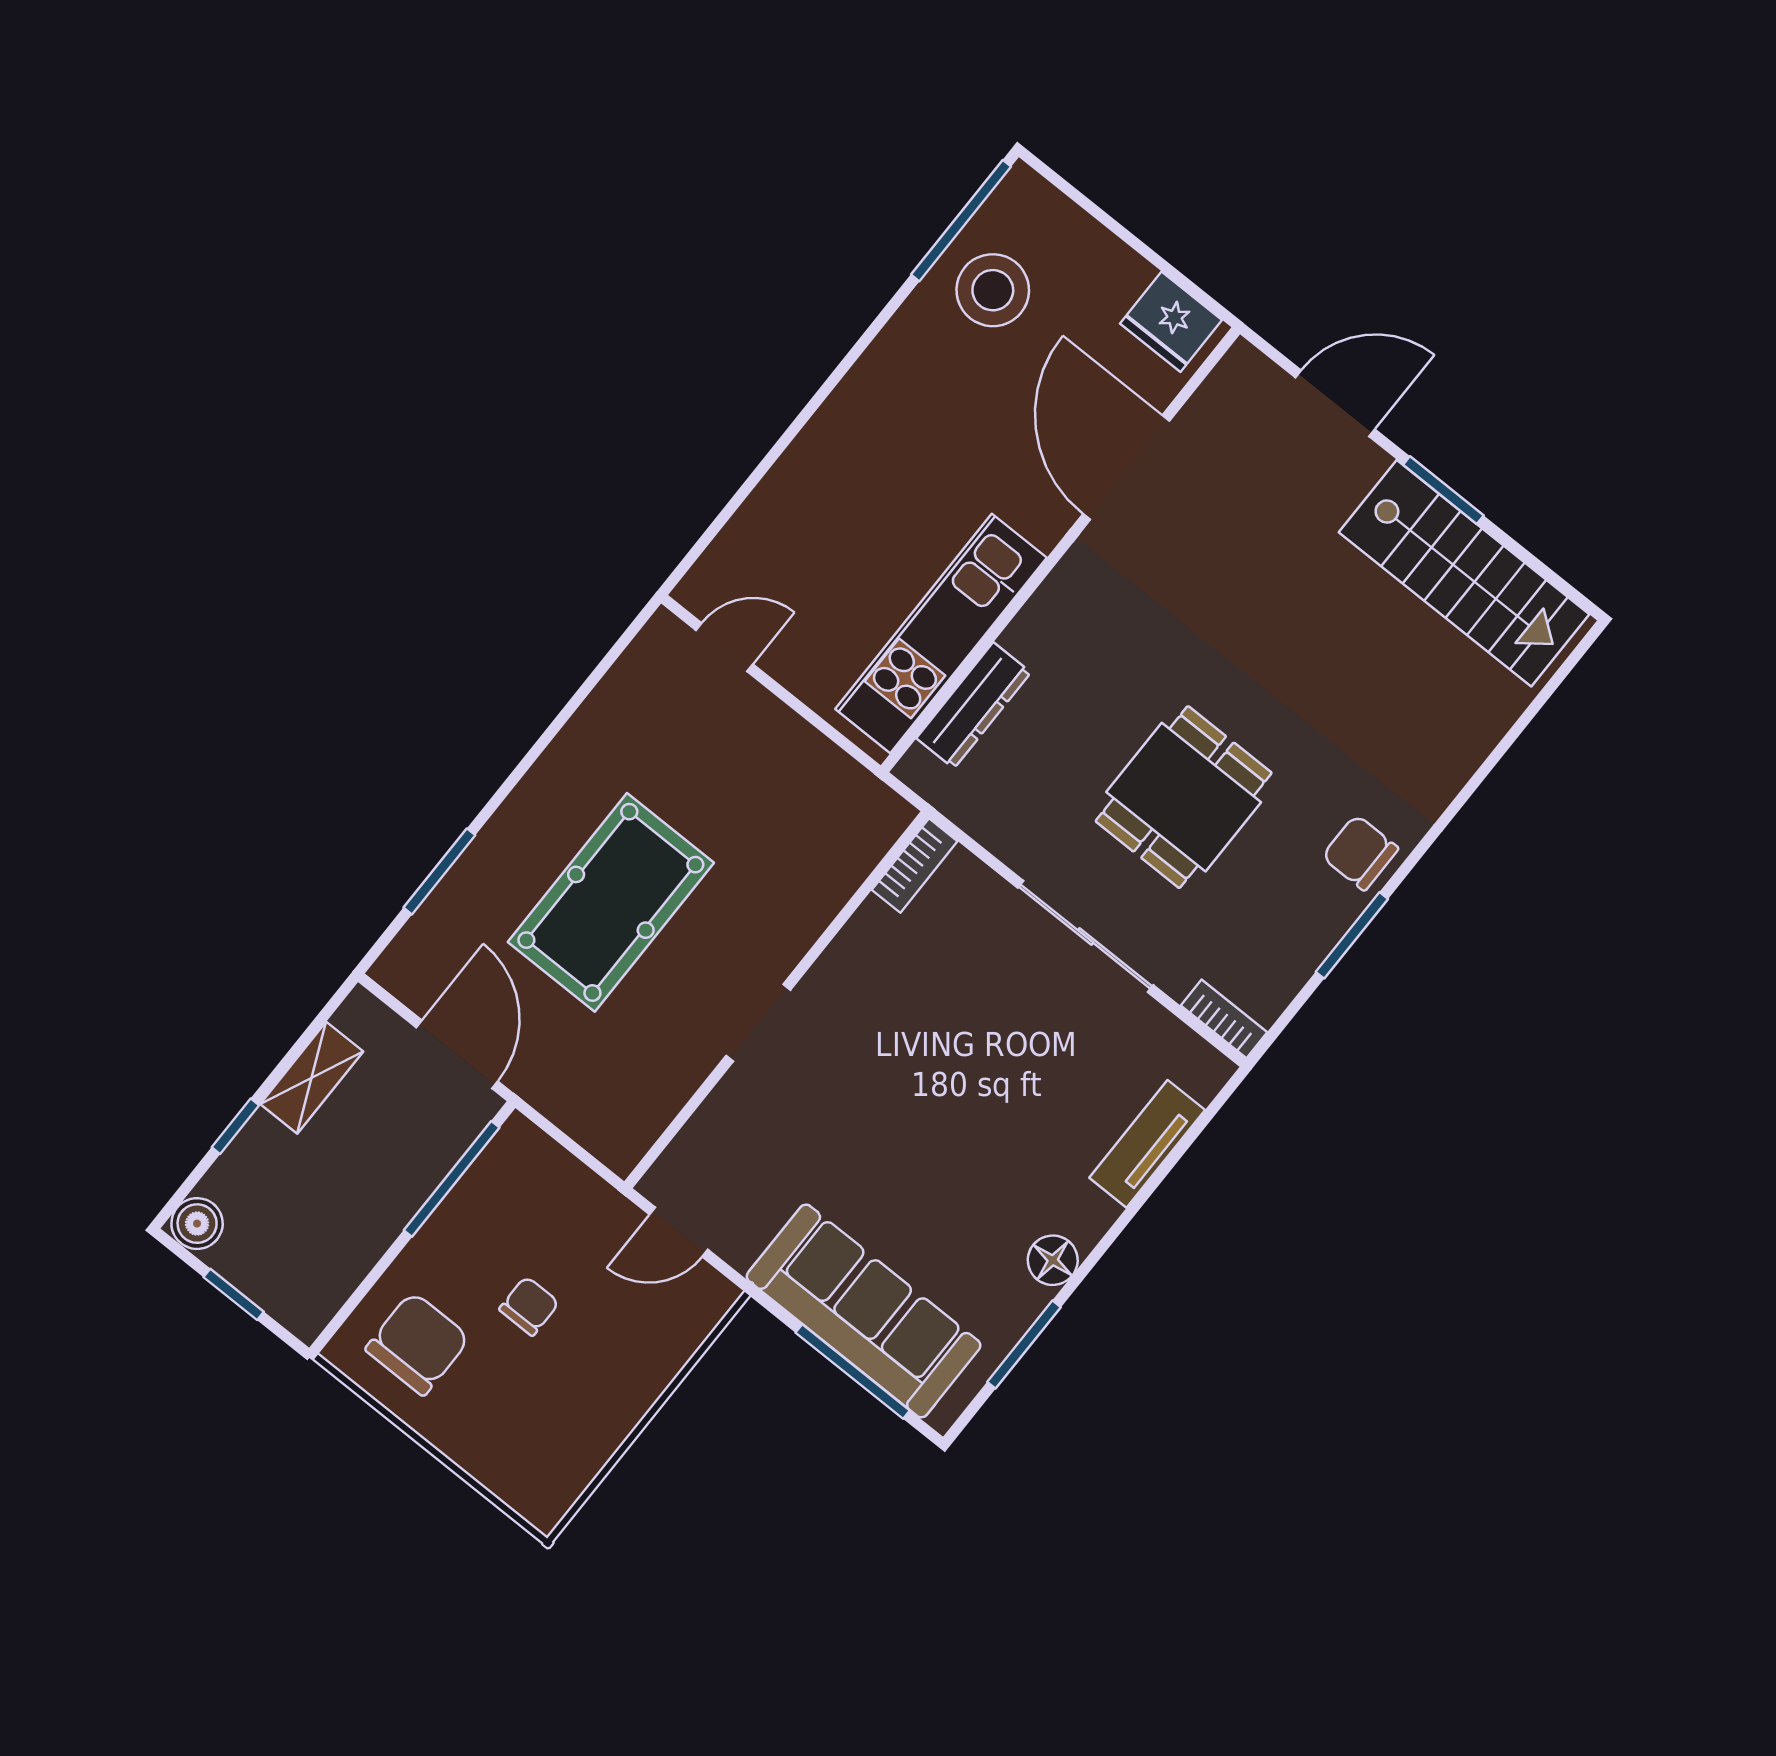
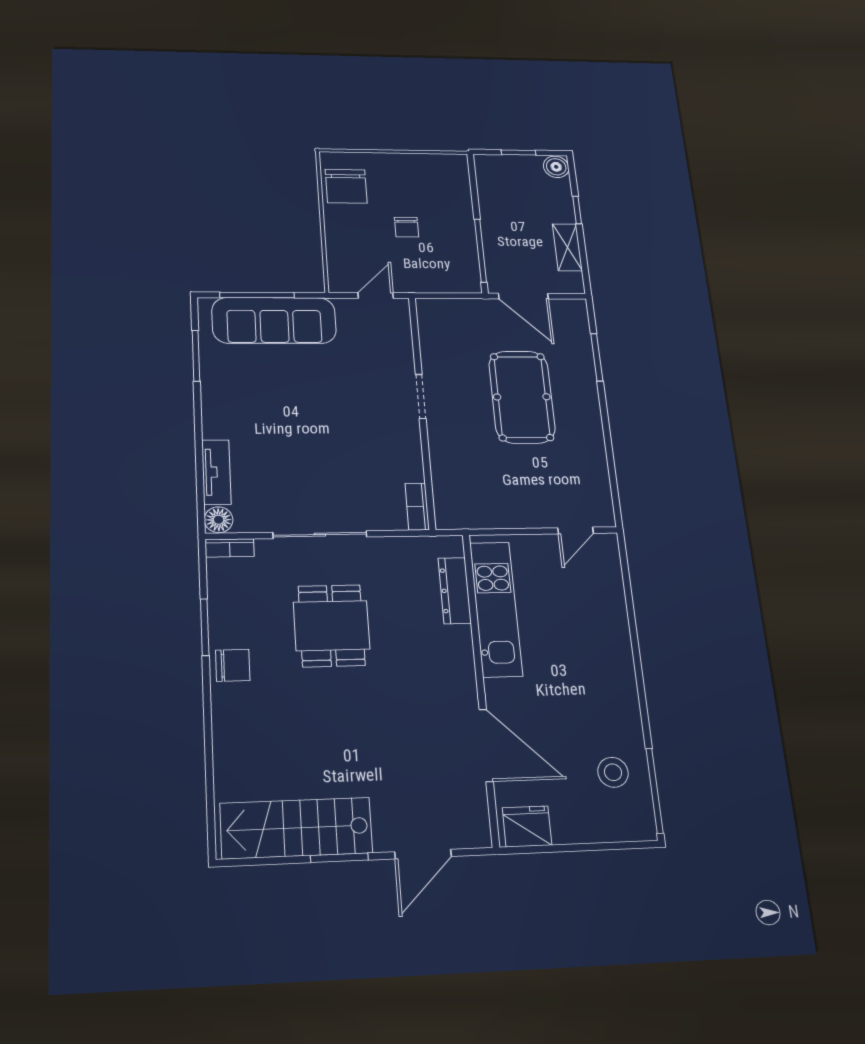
stool: (993, 290) -> (613, 772), width x0.73, depth x0.73
floor lamp: (1053, 1260) -> (219, 520), moved
chair: (418, 1344) -> (346, 186), moved

